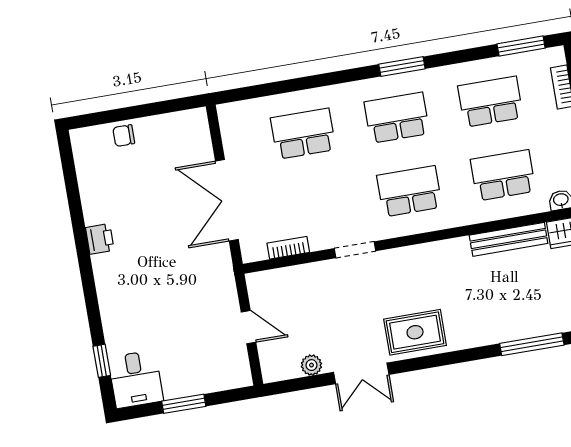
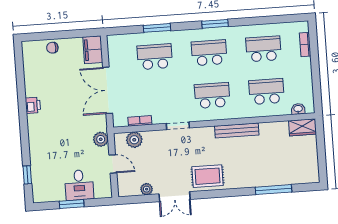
window: (521, 46) -> (157, 28), moved
filing cabinet: (194, 132) -> (93, 50), added
bench: (509, 239) -> (237, 130), moved
plant: (282, 282) -> (134, 140), added
plant: (223, 286) -> (101, 139), added
desk: (136, 379) -> (79, 185), moved

